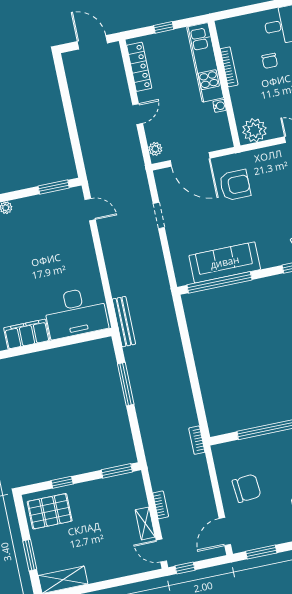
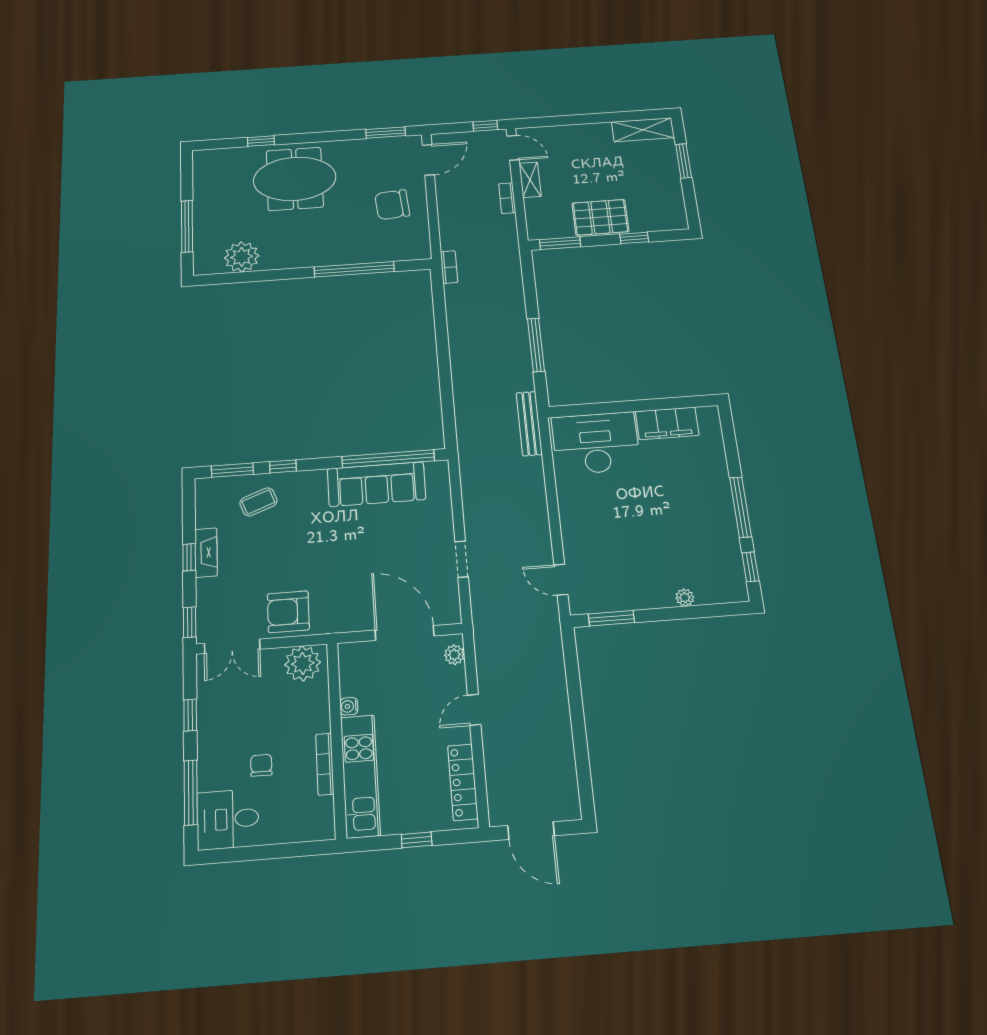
armchair: (235, 185) -> (288, 612), moved
pallet: (50, 511) -> (600, 217), moved

